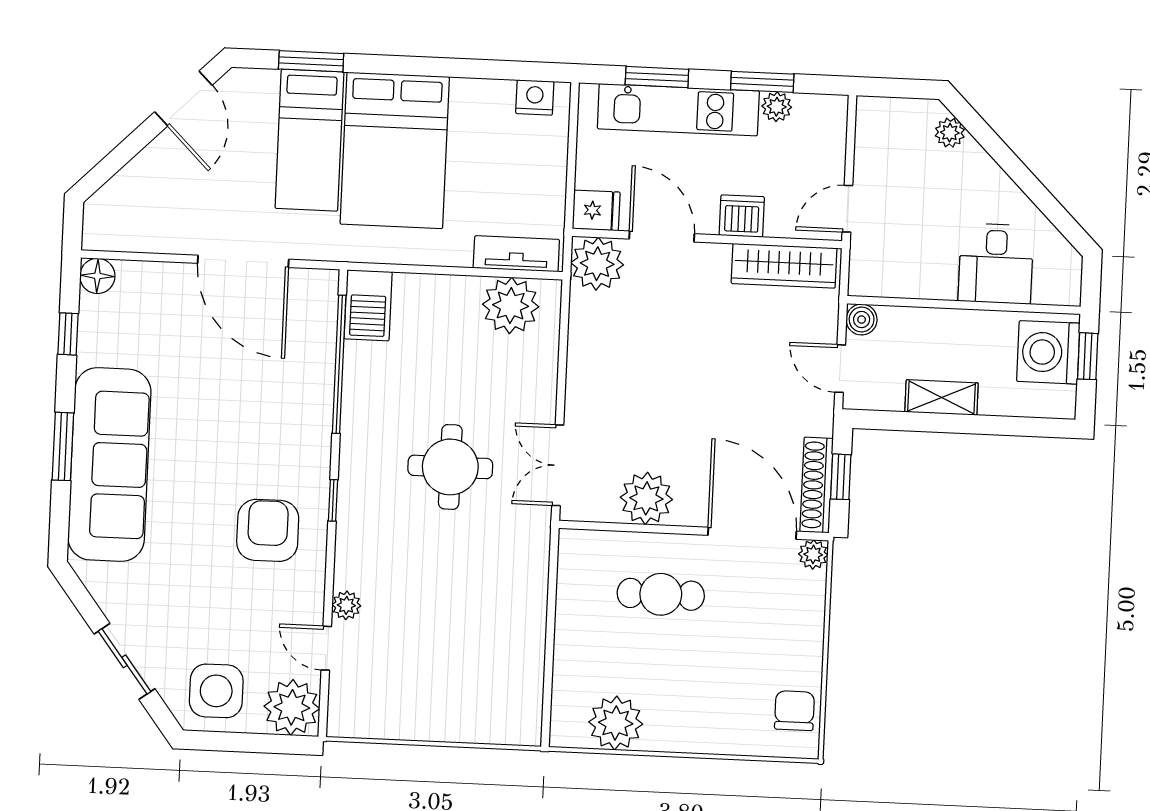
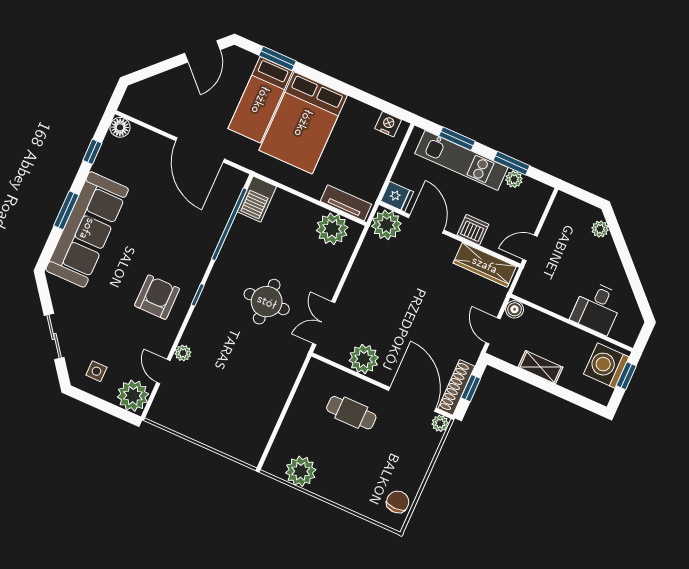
side table: (216, 691) -> (96, 371), width x0.54, depth x0.54

